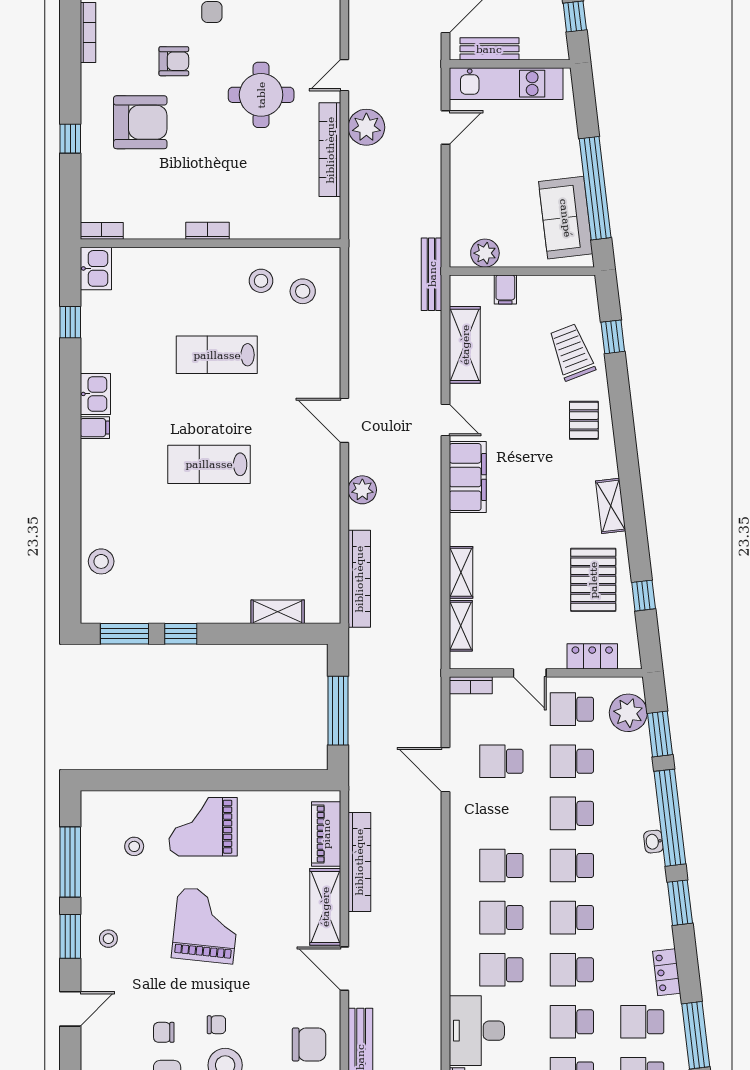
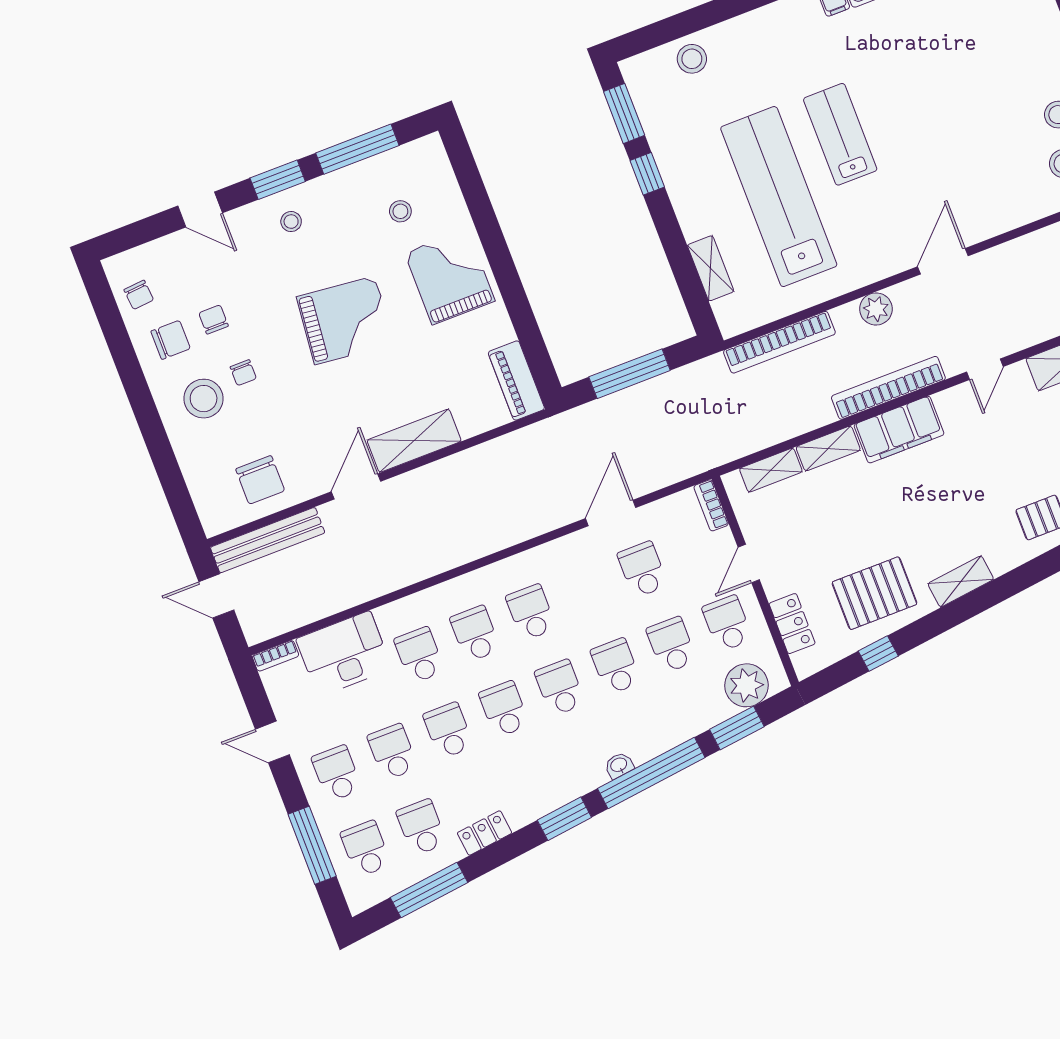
lab bench: (217, 355) -> (779, 197), moved, width x1.86, depth x1.39
filing cabinet: (468, 477) -> (899, 430), moved
piano: (326, 834) -> (516, 381), moved, turned -90
bookcase: (359, 862) -> (888, 388), moved, turned 180

